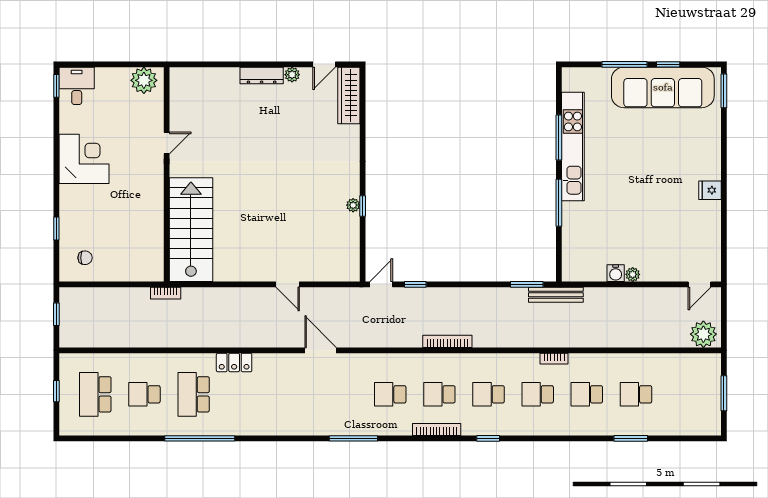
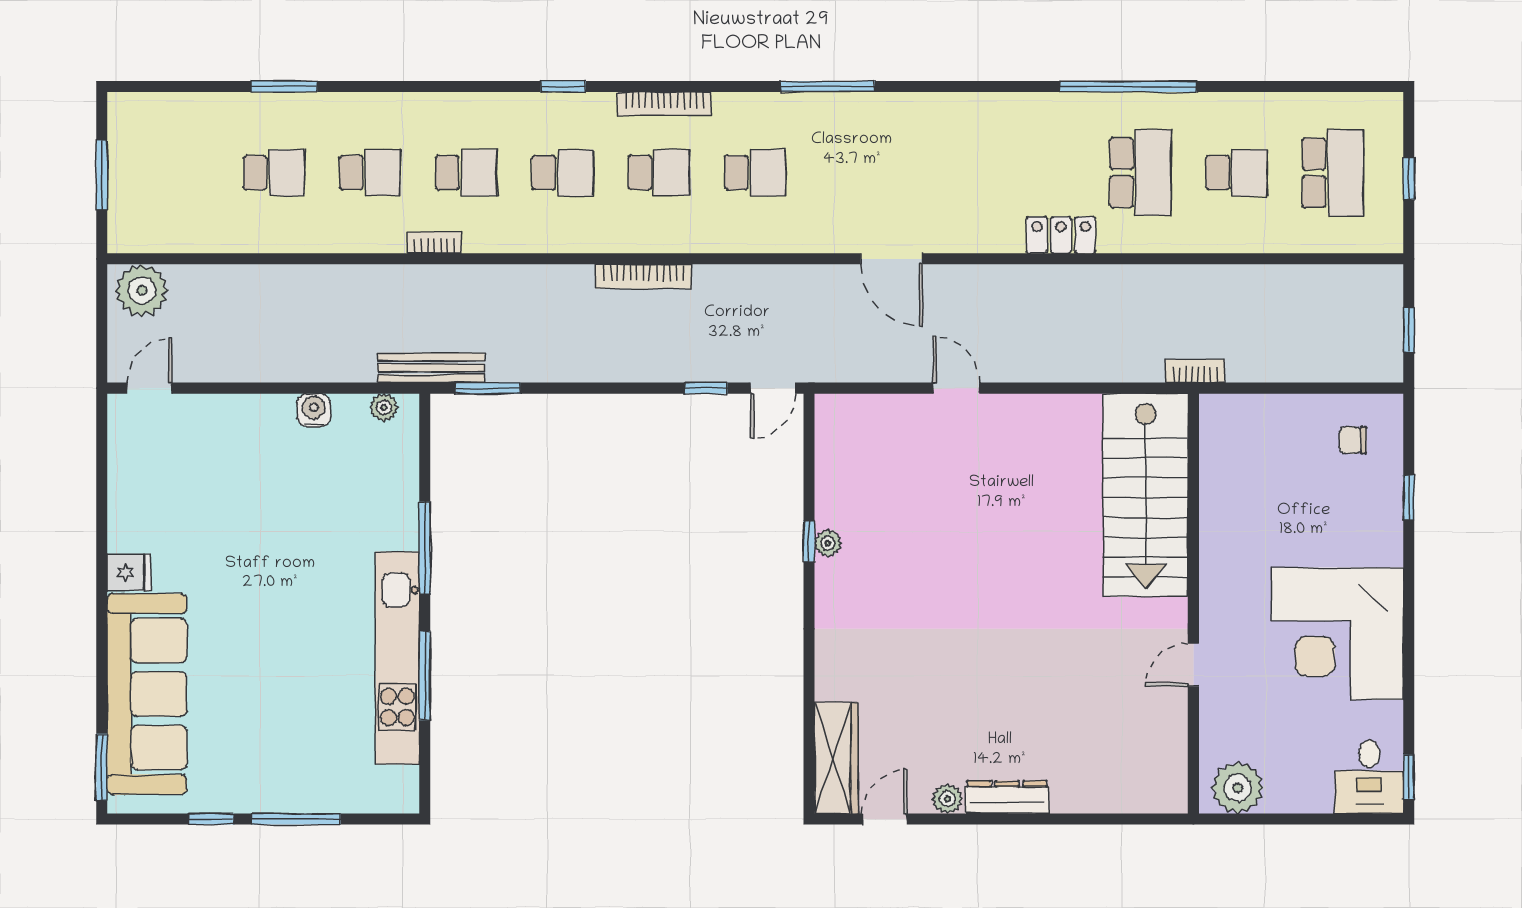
sofa: (663, 87) -> (147, 694), moved, turned 90
corner desk: (84, 159) -> (1337, 634), width x1.36, depth x1.36
plant: (633, 274) -> (384, 407), moved

